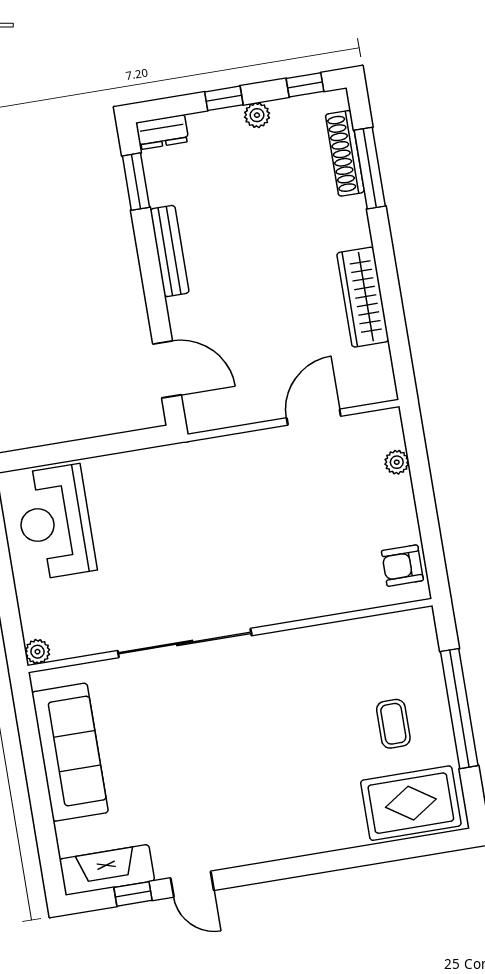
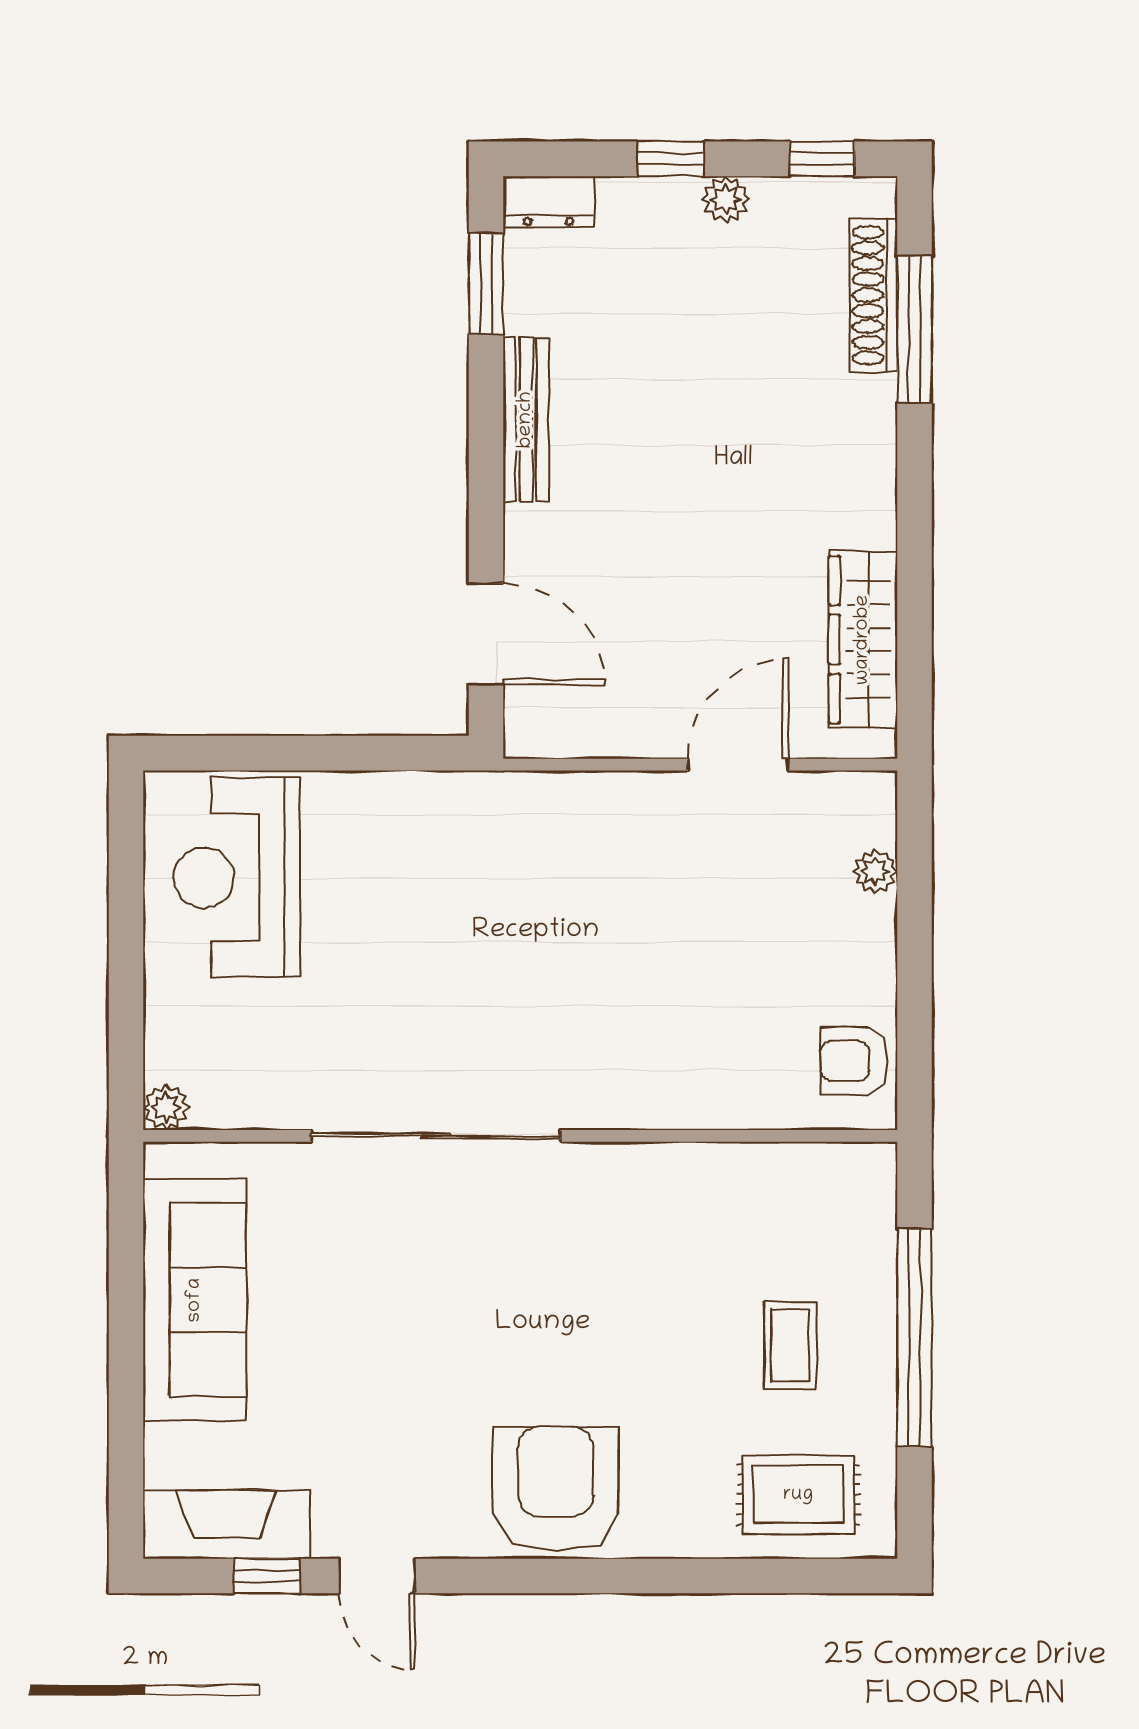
wardrobe: (363, 297) -> (863, 640), moved
rug: (411, 803) -> (798, 1495), width x0.73, depth x0.70
armchair: (280, 822) -> (556, 1489), added

